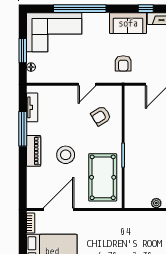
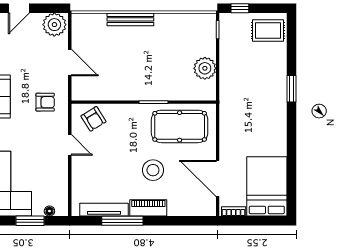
tv unit: (32, 107) -> (104, 210), width x1.41
armchair: (101, 116) -> (93, 119), moved
plant: (156, 203) -> (205, 68), width x1.87, depth x1.87

